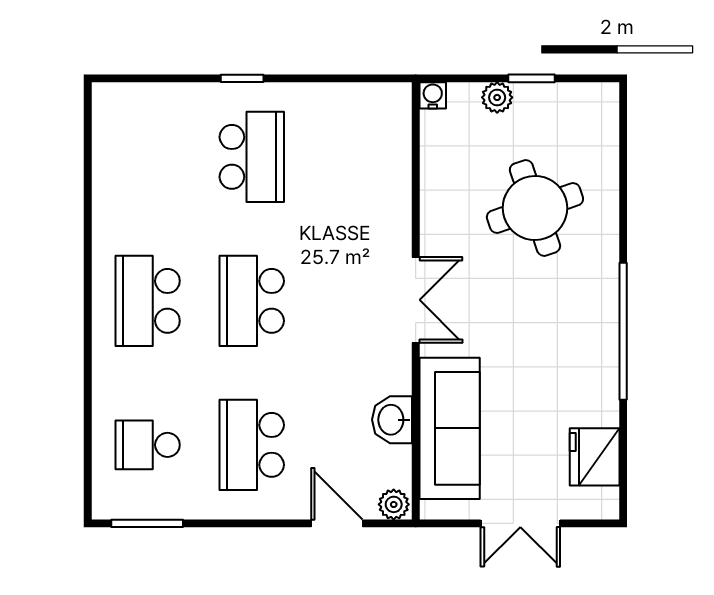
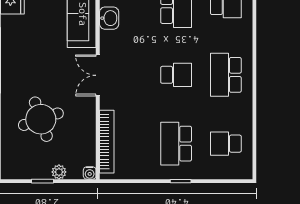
school desk: (148, 157) -> (226, 144), added
bookcase: (397, 161) -> (107, 142), added
school desk: (148, 301) -> (226, 75), turned 180
school desk: (252, 301) -> (176, 75), width x0.54

